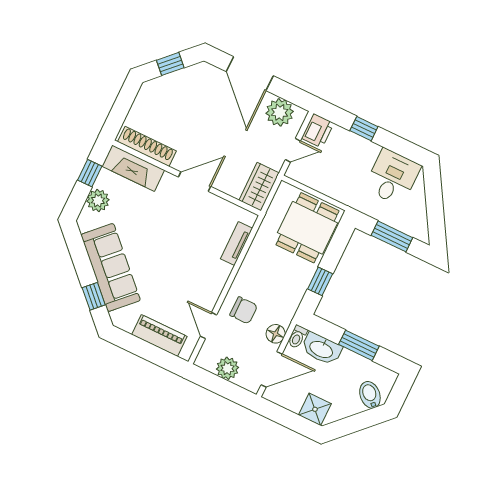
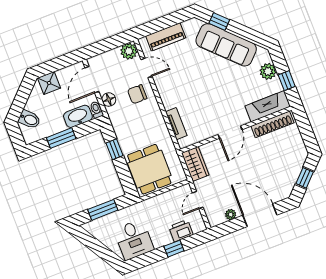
plant: (280, 112) -> (231, 215), width x0.53, depth x0.53
printer: (318, 131) -> (181, 231), moved, turned 90
plant: (227, 368) -> (129, 51), moved

